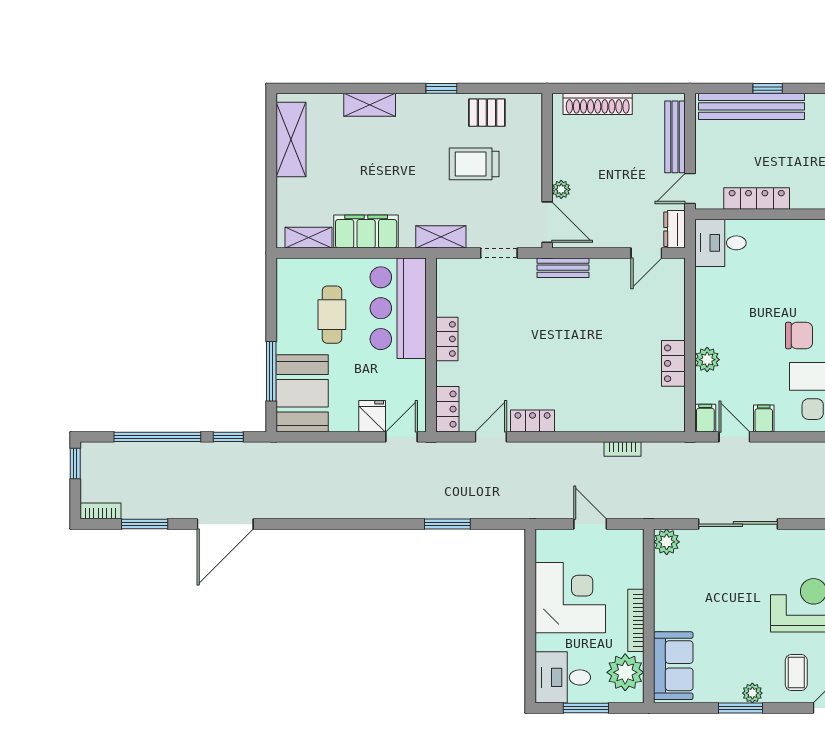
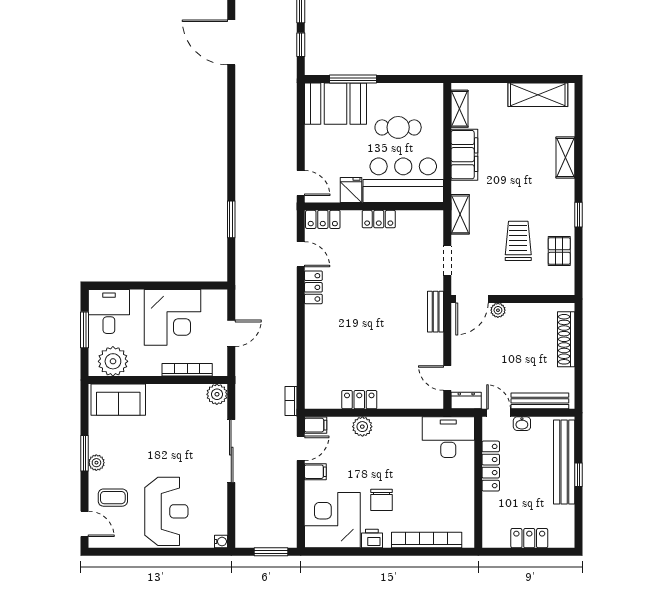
washbasin: (703, 159) -> (522, 424), added
desk: (720, 243) -> (448, 437), width x1.37
fridge: (372, 416) -> (351, 190), moved, turned -90
bookcase: (623, 449) -> (291, 401), moved
bookcase: (636, 620) -> (187, 370), moved

